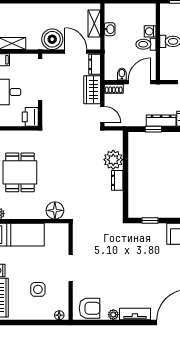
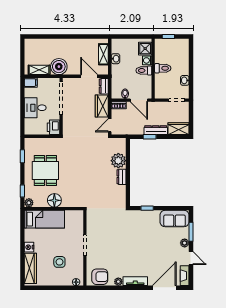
shower: (148, 16) -> (145, 49), added
boiler: (52, 39) -> (59, 67), moved
door: (139, 82) -> (139, 100), swing flipped
door: (102, 115) -> (110, 125), swing flipped
floor lamp: (55, 210) -> (54, 200), moved

